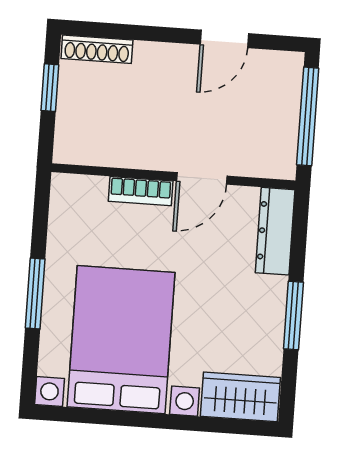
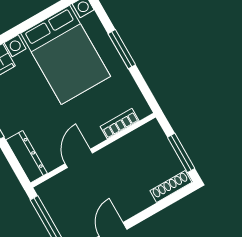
window: (50, 88) -> (181, 153), width x1.50
bookcase: (141, 191) -> (120, 124), moved

